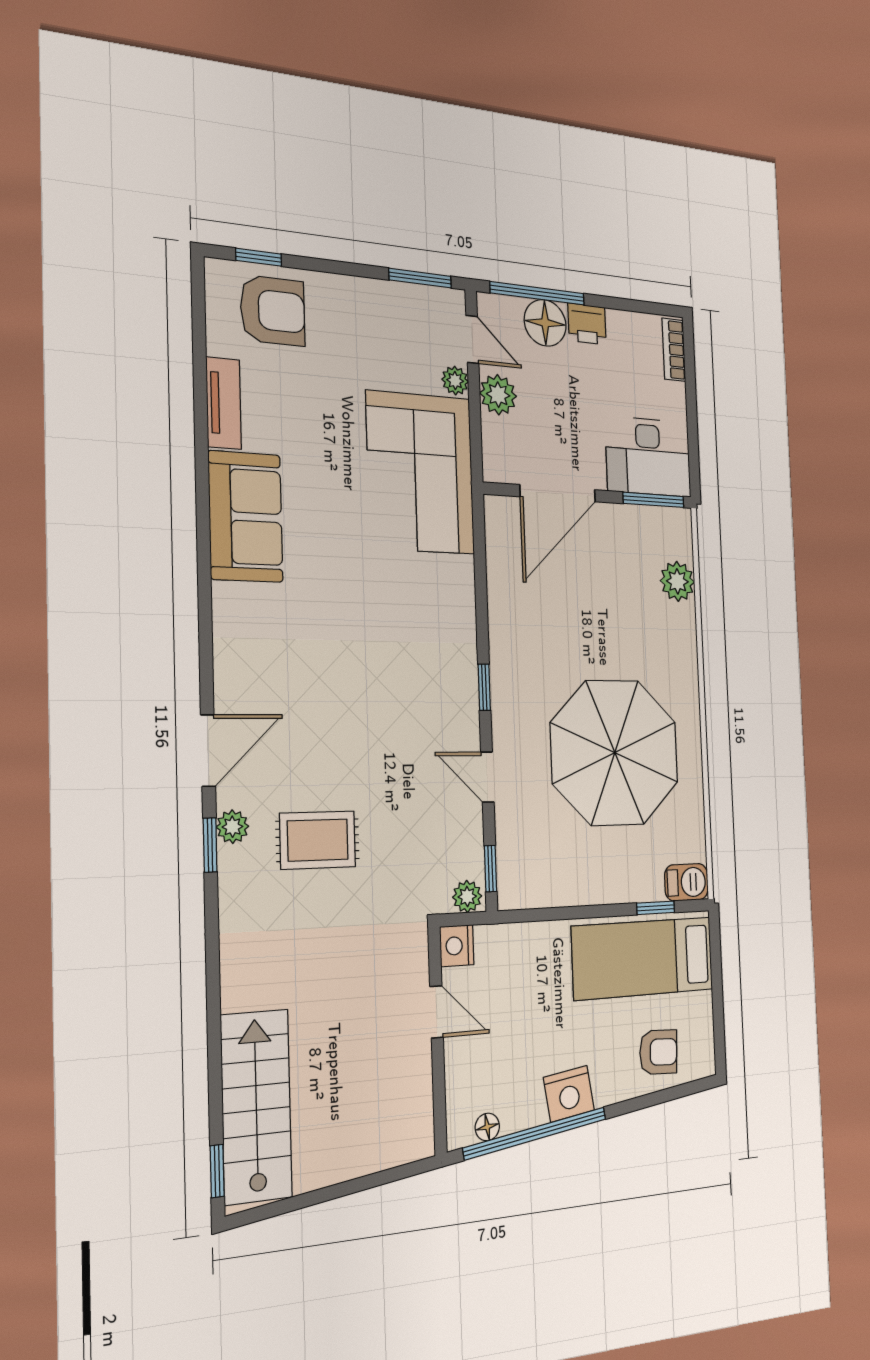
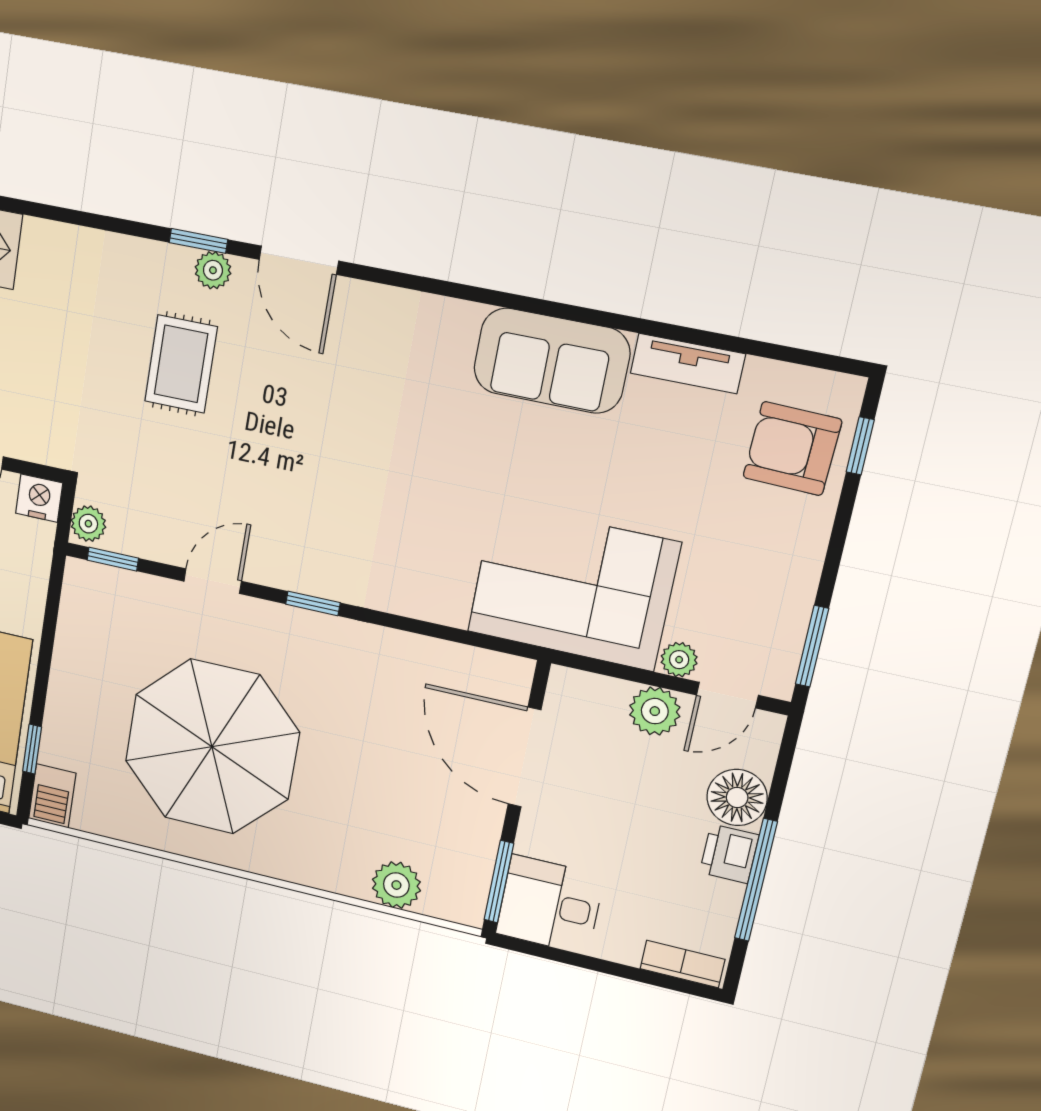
window: (537, 293) -> (756, 880), moved
armchair: (273, 311) -> (792, 449), turned 92
desk: (648, 457) -> (550, 905), width x0.73

